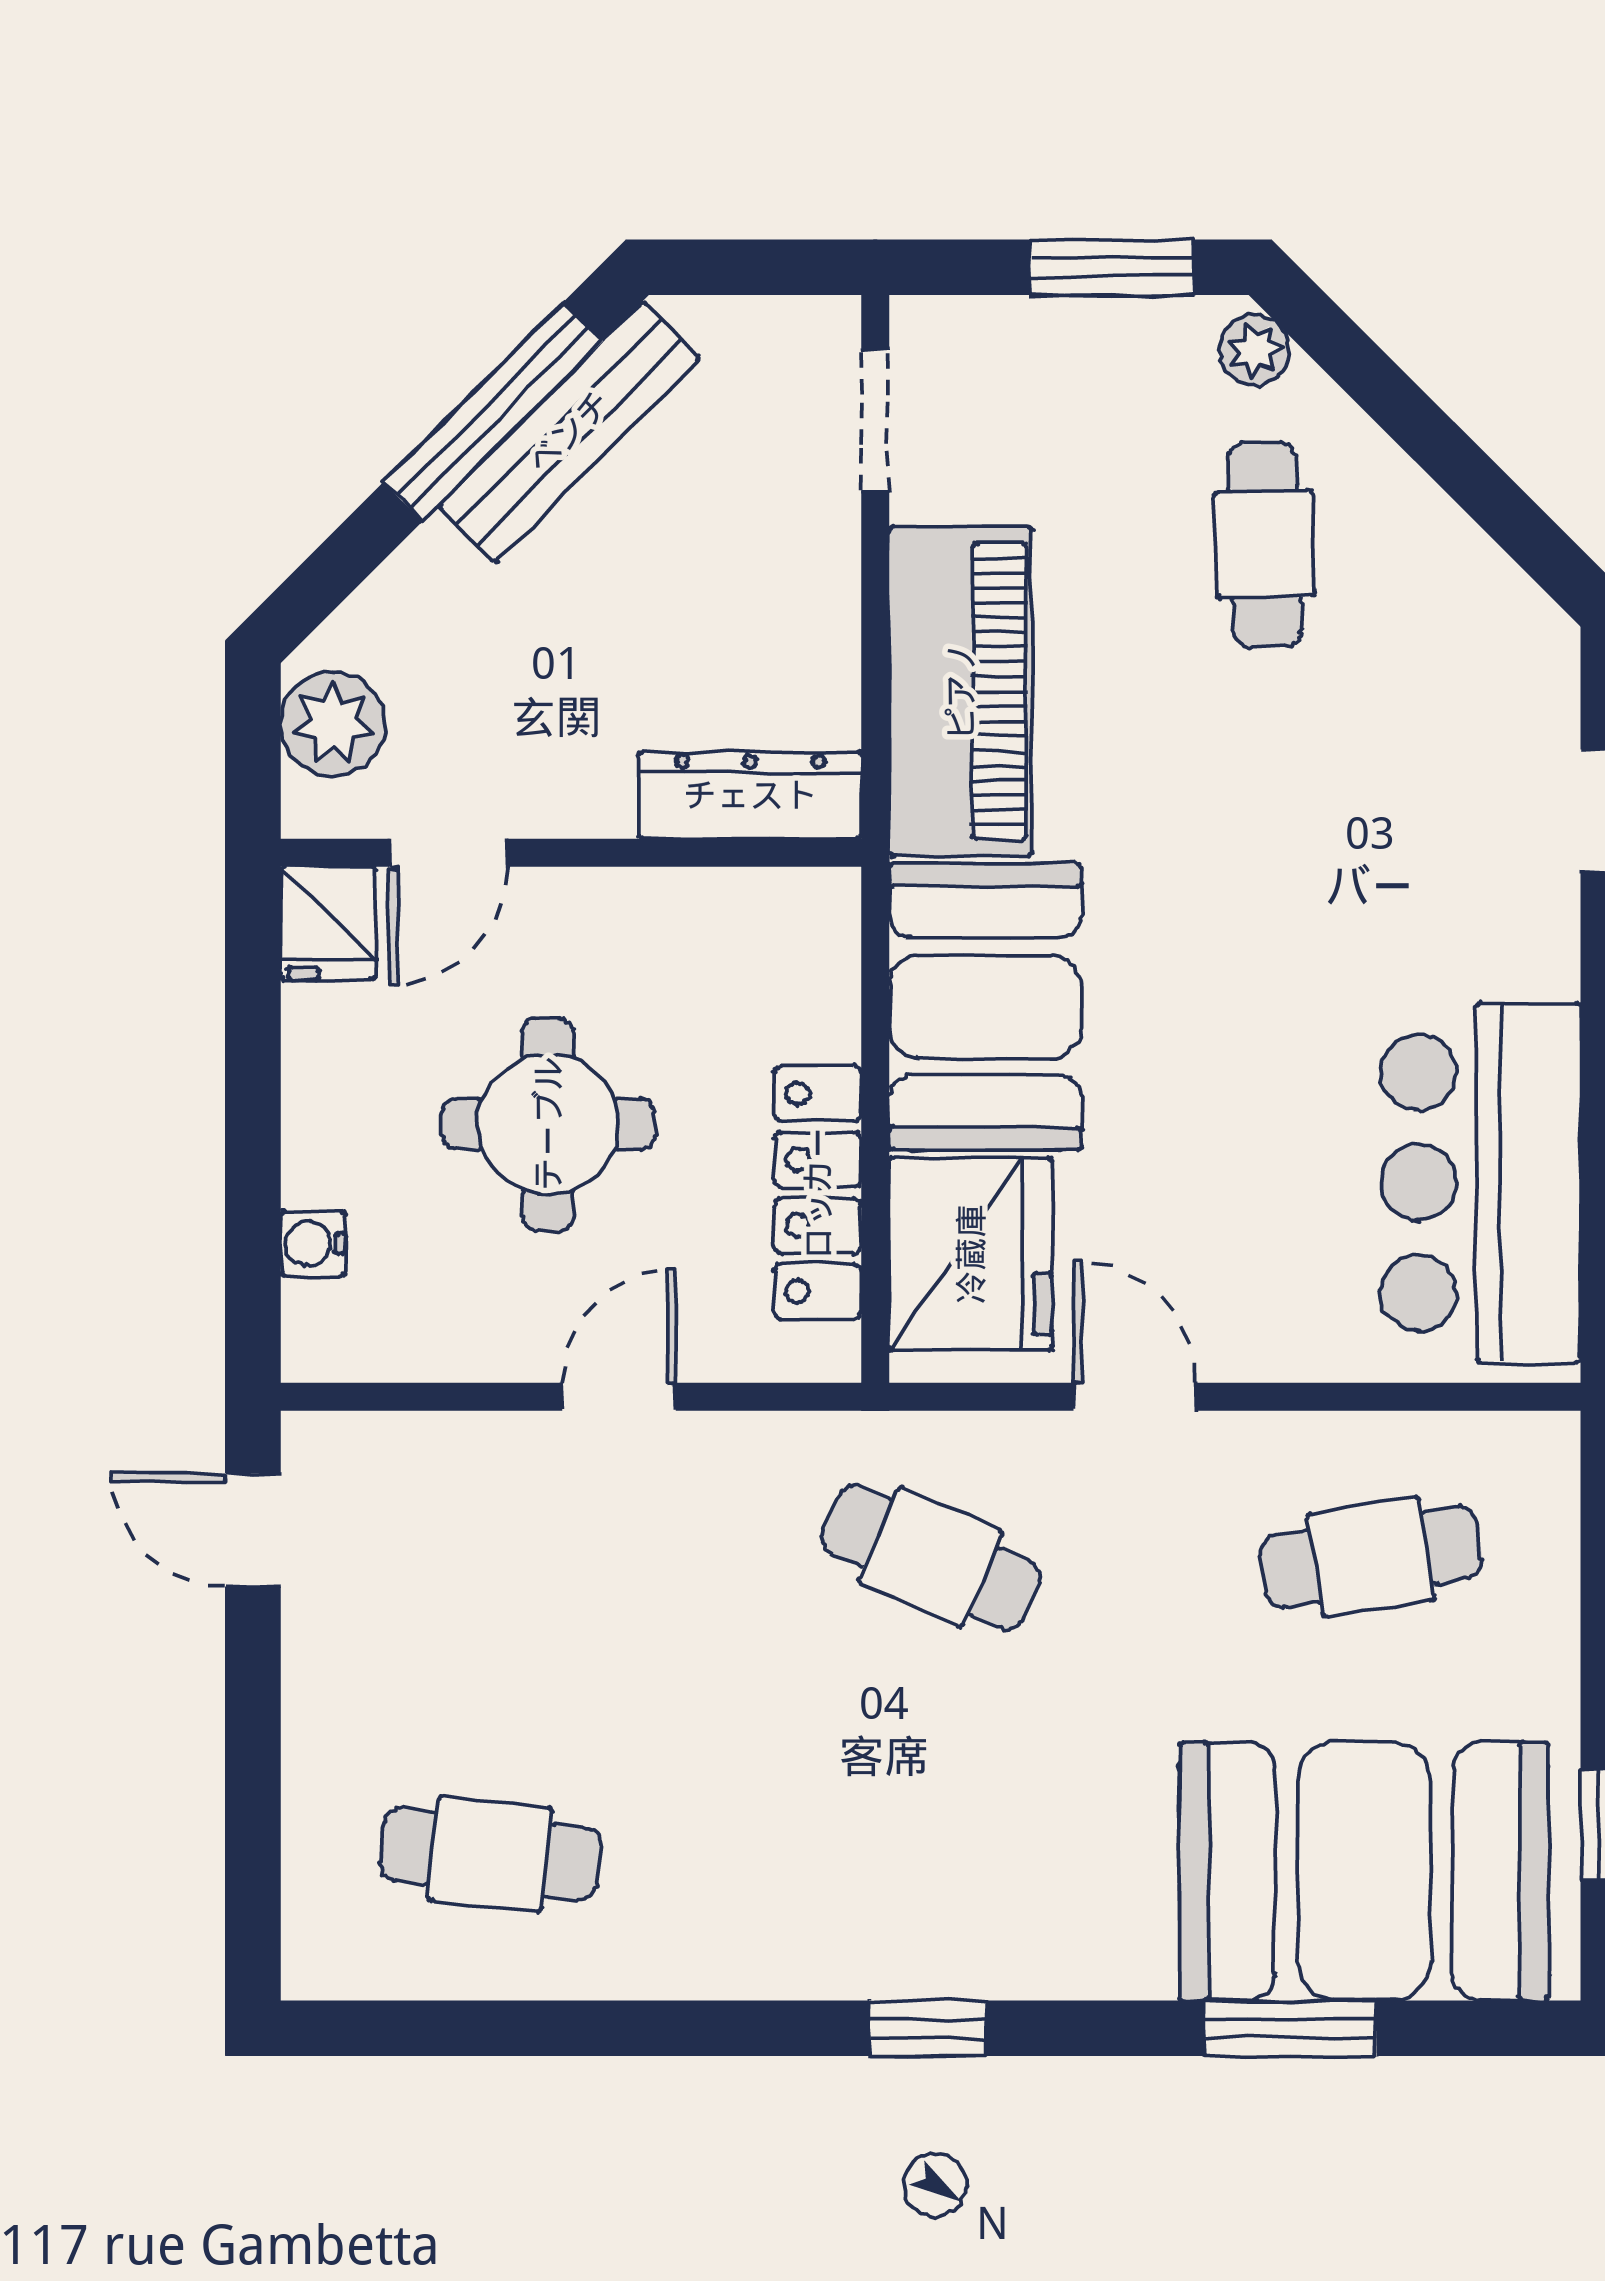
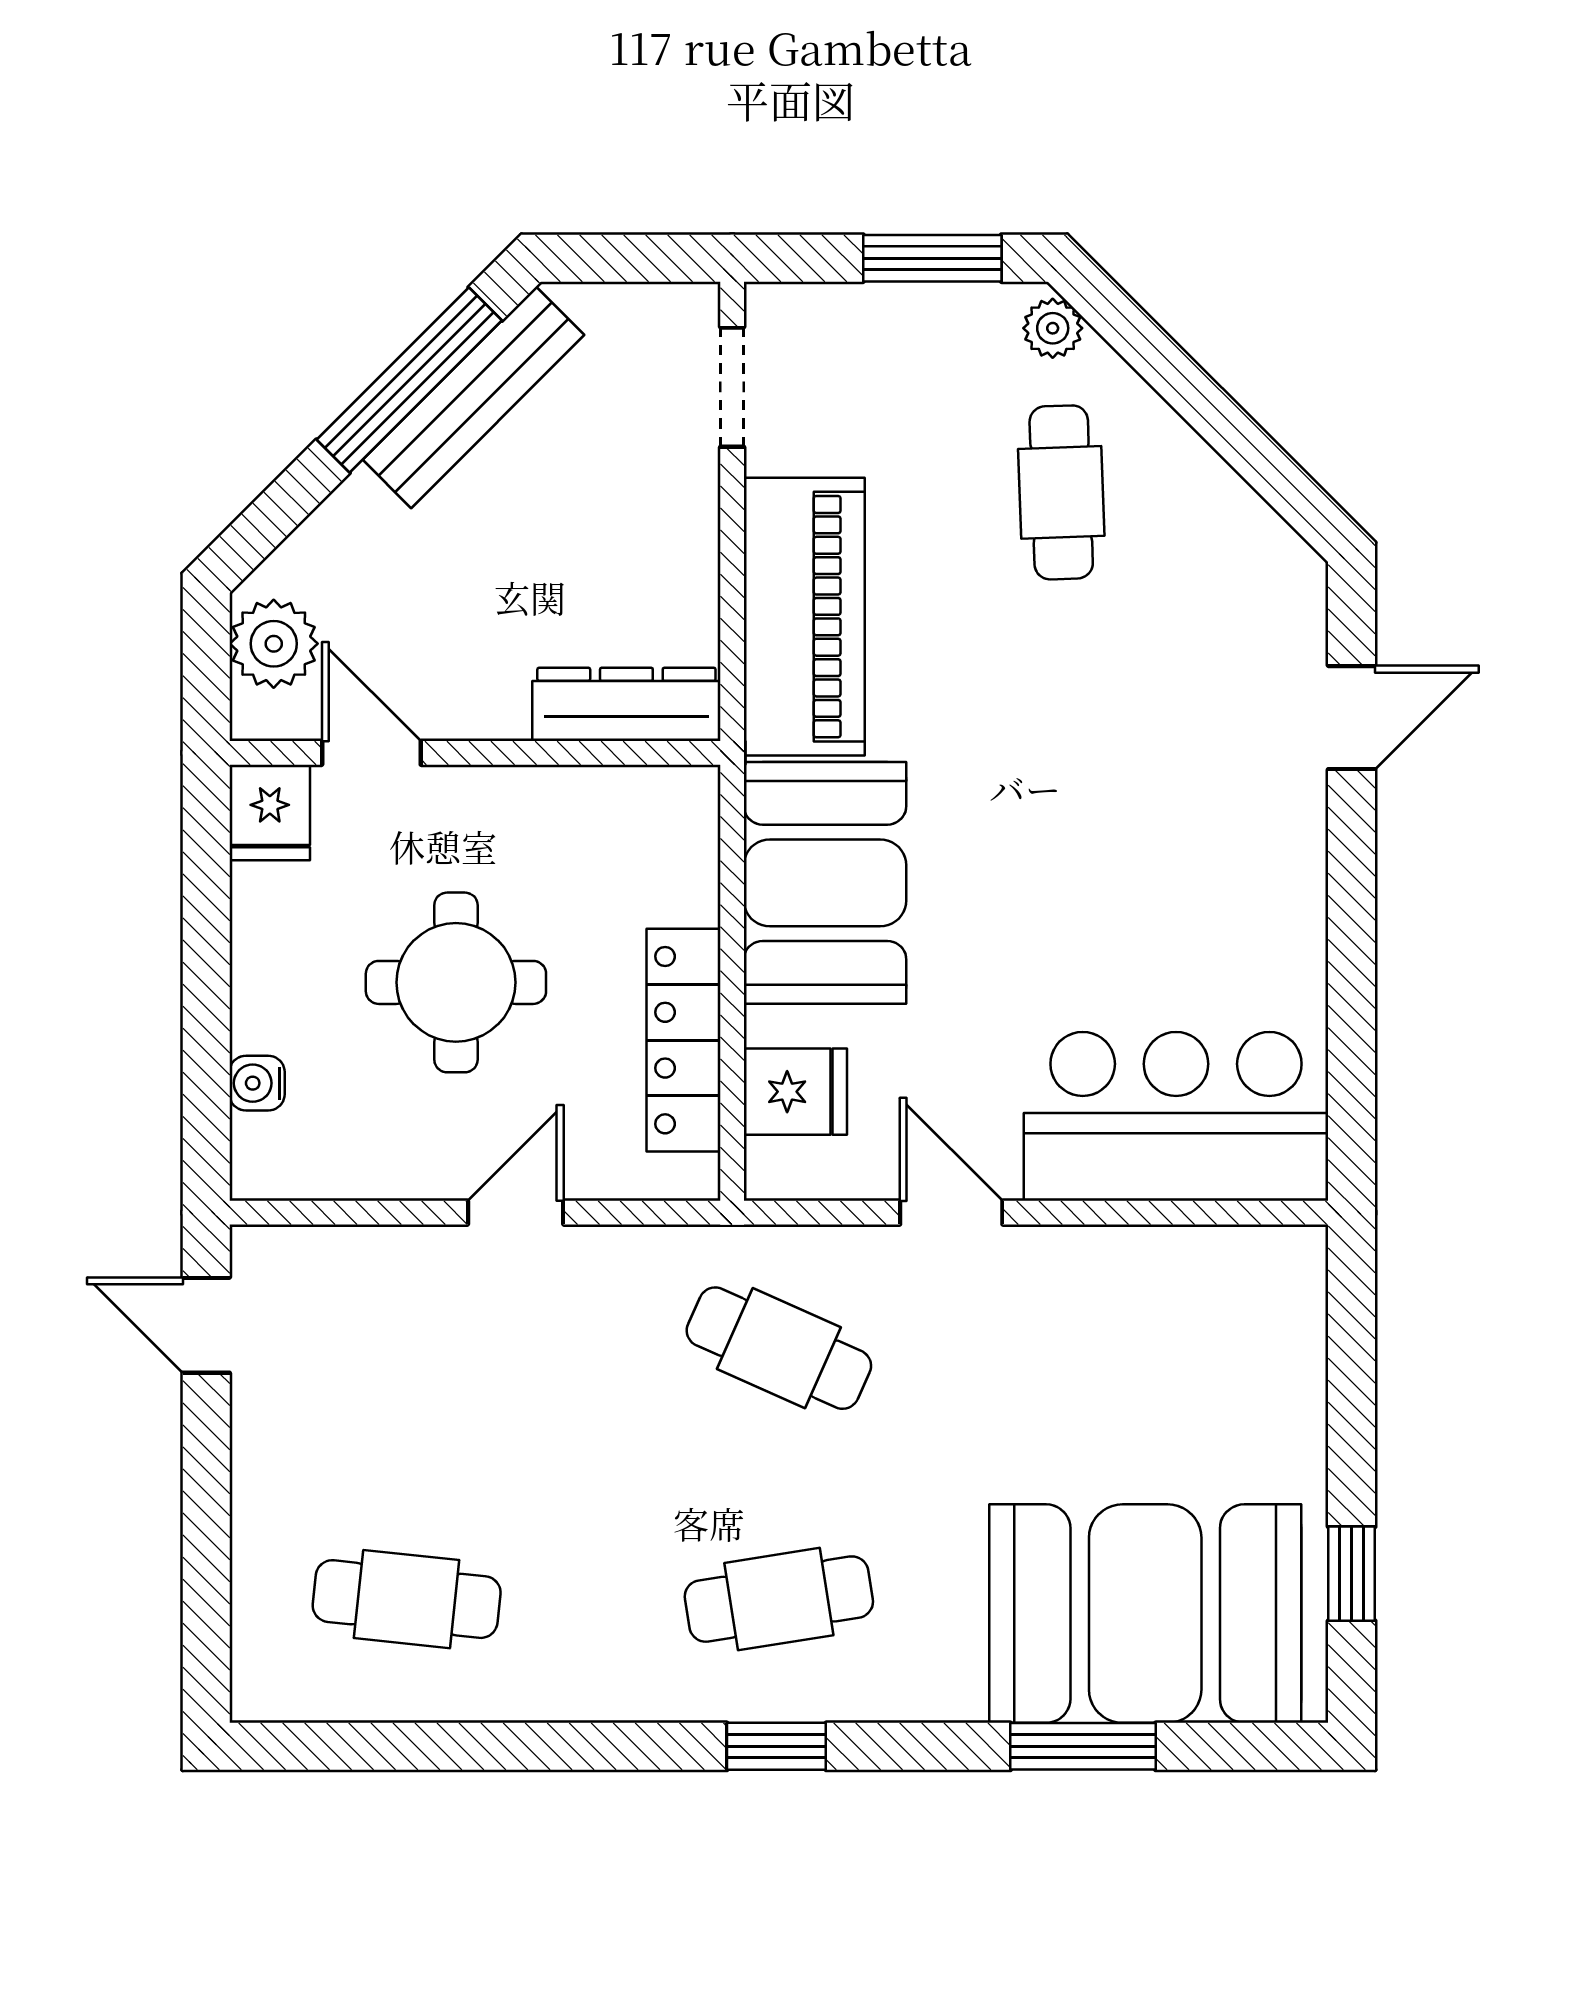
door: (448, 853) -> (371, 753), swing flipped
bar counter: (1480, 1182) -> (1176, 1116), moved, turned 90
fridge: (971, 1254) -> (795, 1092), width x0.53, depth x0.75
cafe table: (1371, 1557) -> (779, 1599), moved

